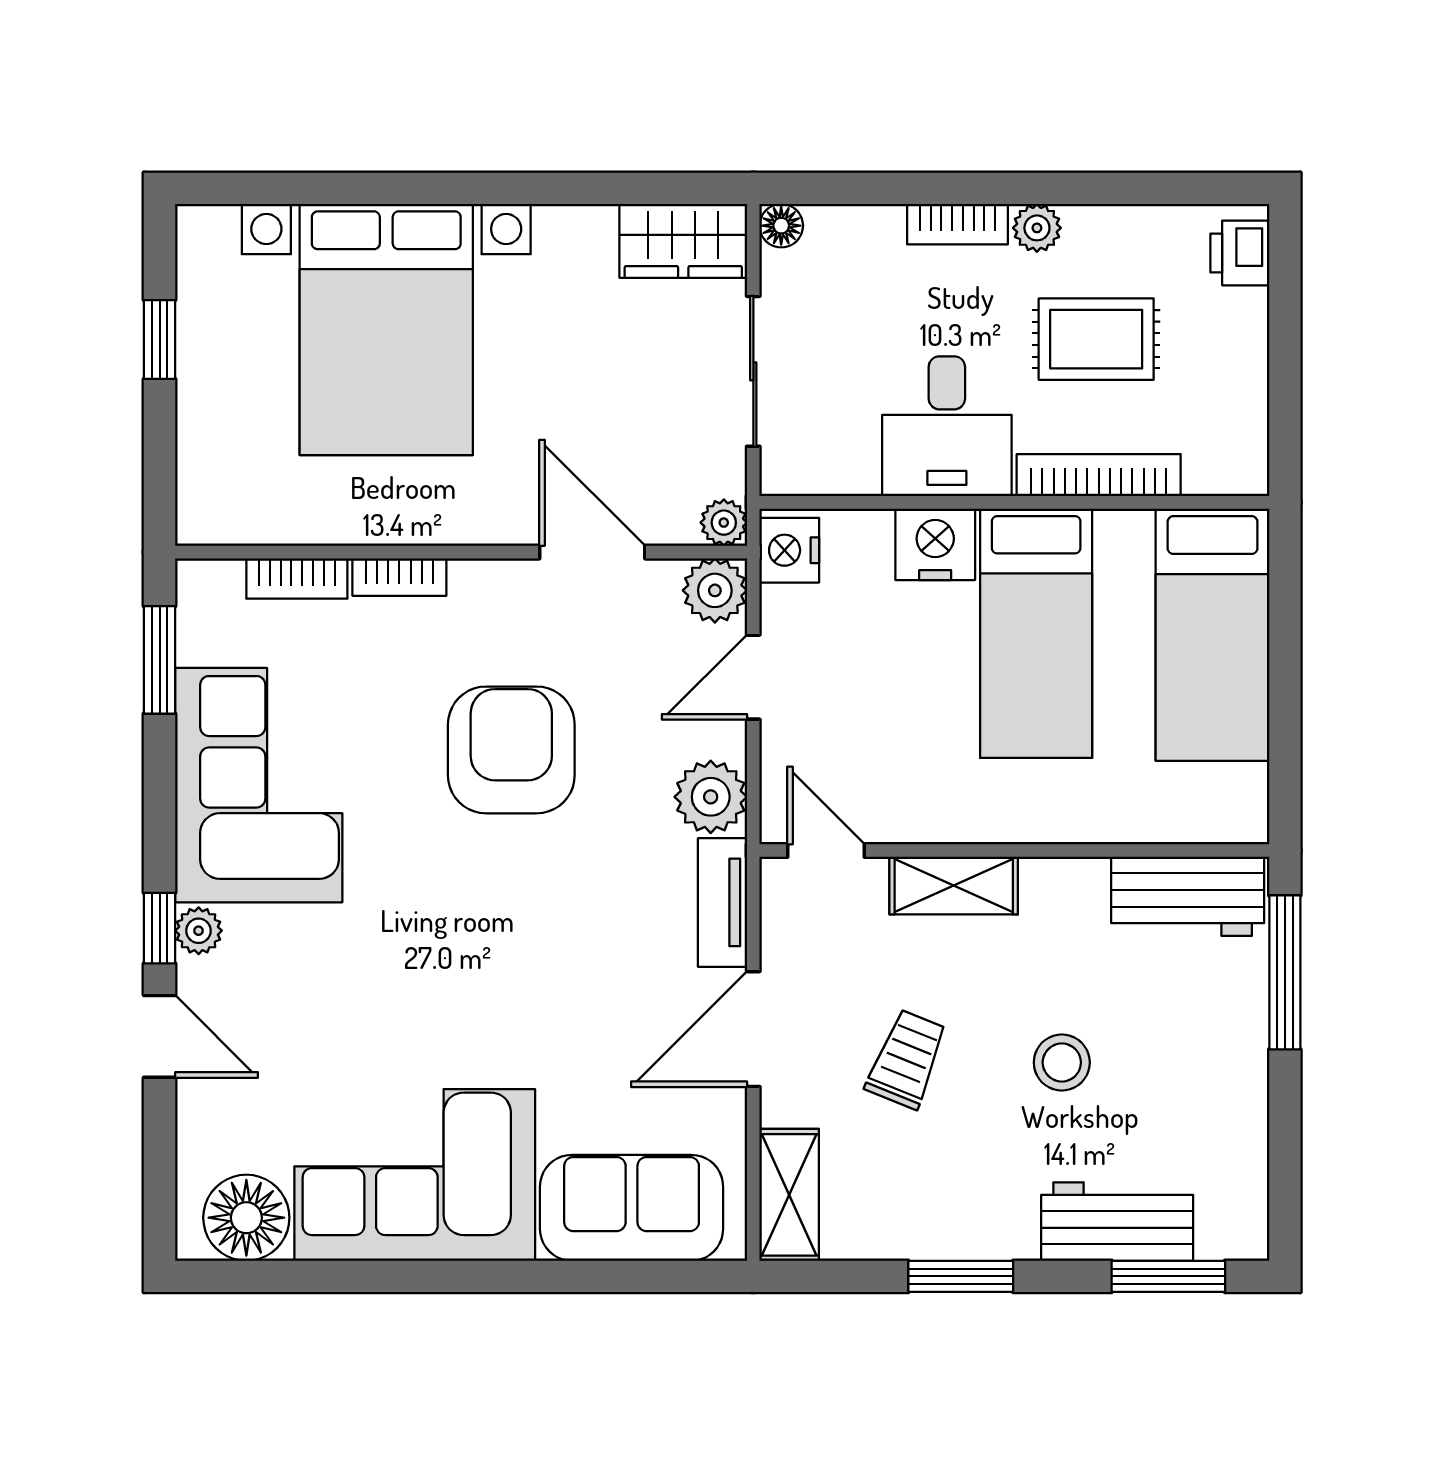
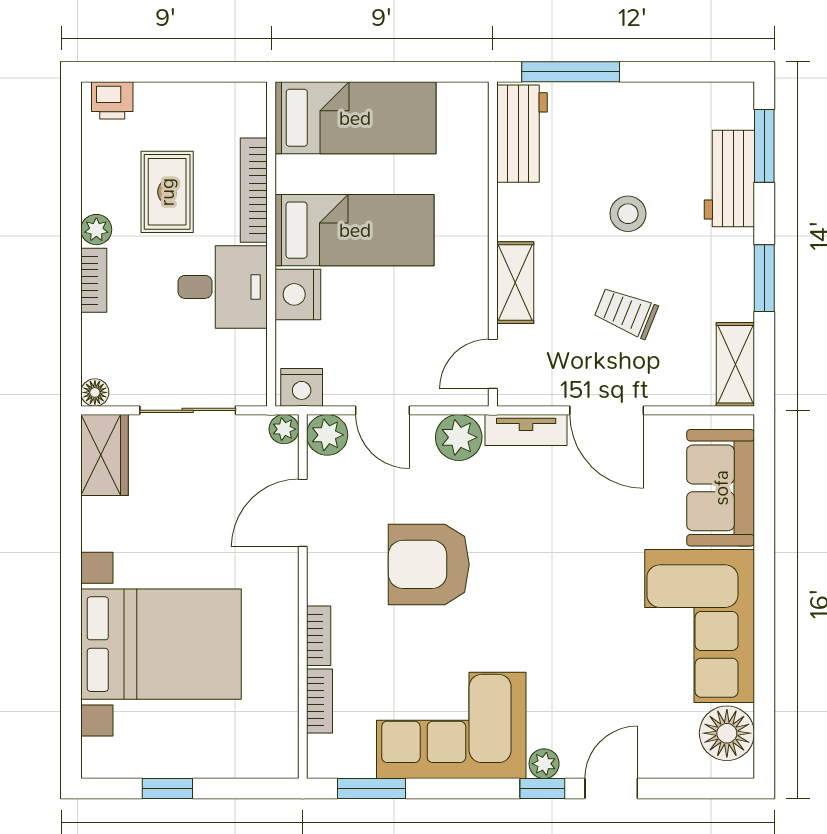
shelving: (789, 1195) -> (735, 364), moved, turned 90

